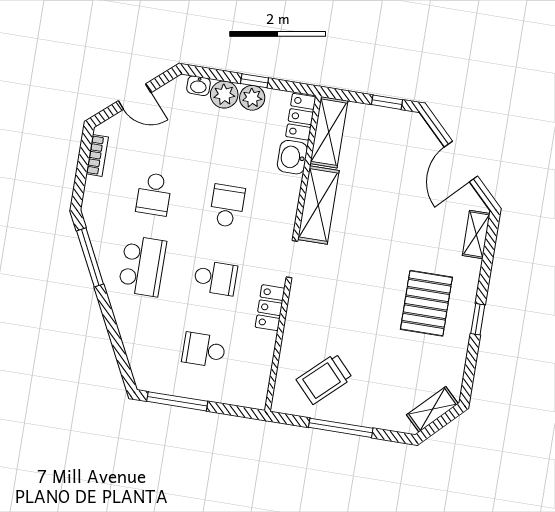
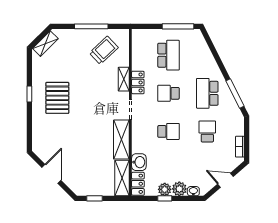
school desk: (227, 206) -> (168, 131), turned -90
shelving: (476, 234) -> (124, 79), moved
school desk: (204, 350) -> (168, 55), width x1.85

